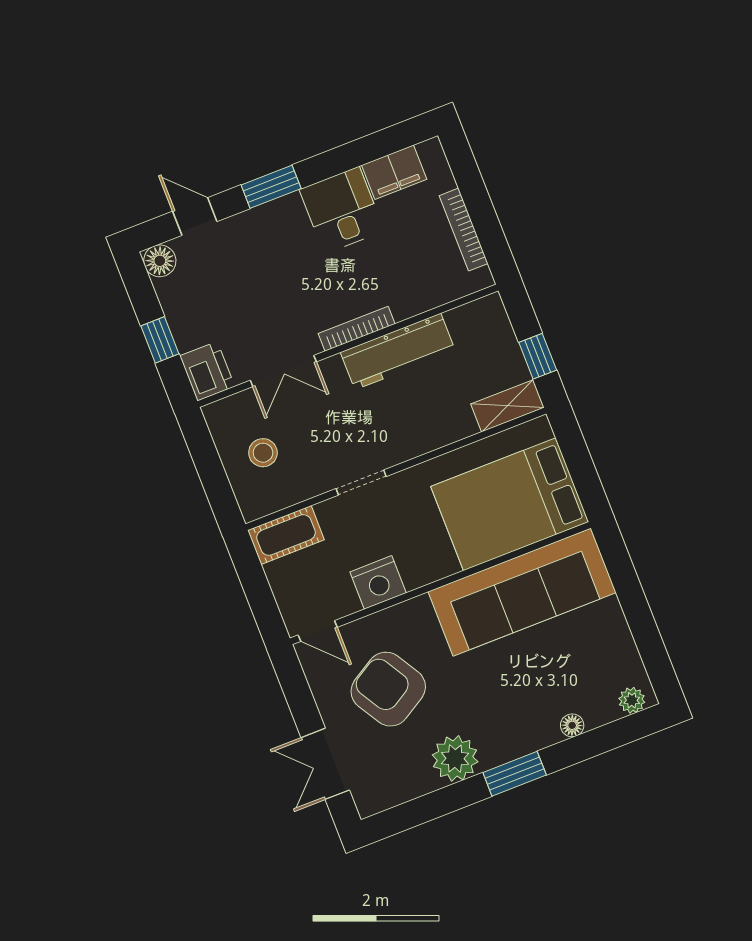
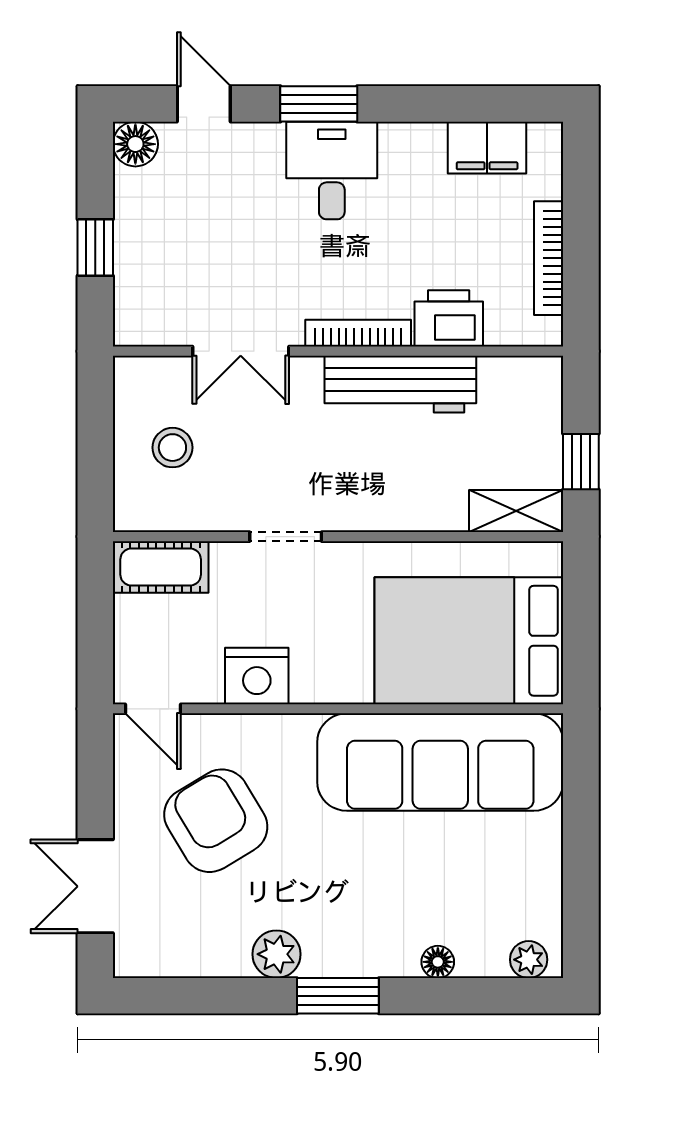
desk: (342, 210) -> (332, 170), moved
printer: (207, 371) -> (449, 318), moved, turned -90
plant: (455, 758) -> (276, 954), width x0.73, depth x0.73

